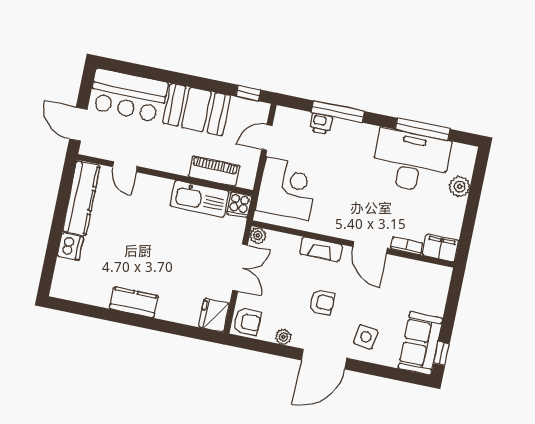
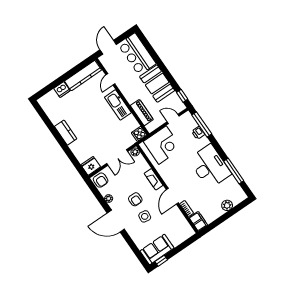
window: (338, 112) -> (202, 124), moved
desk: (411, 161) -> (210, 167), moved
kitchen sink: (200, 199) -> (118, 105), moved
side table: (366, 337) -> (145, 216), moved

